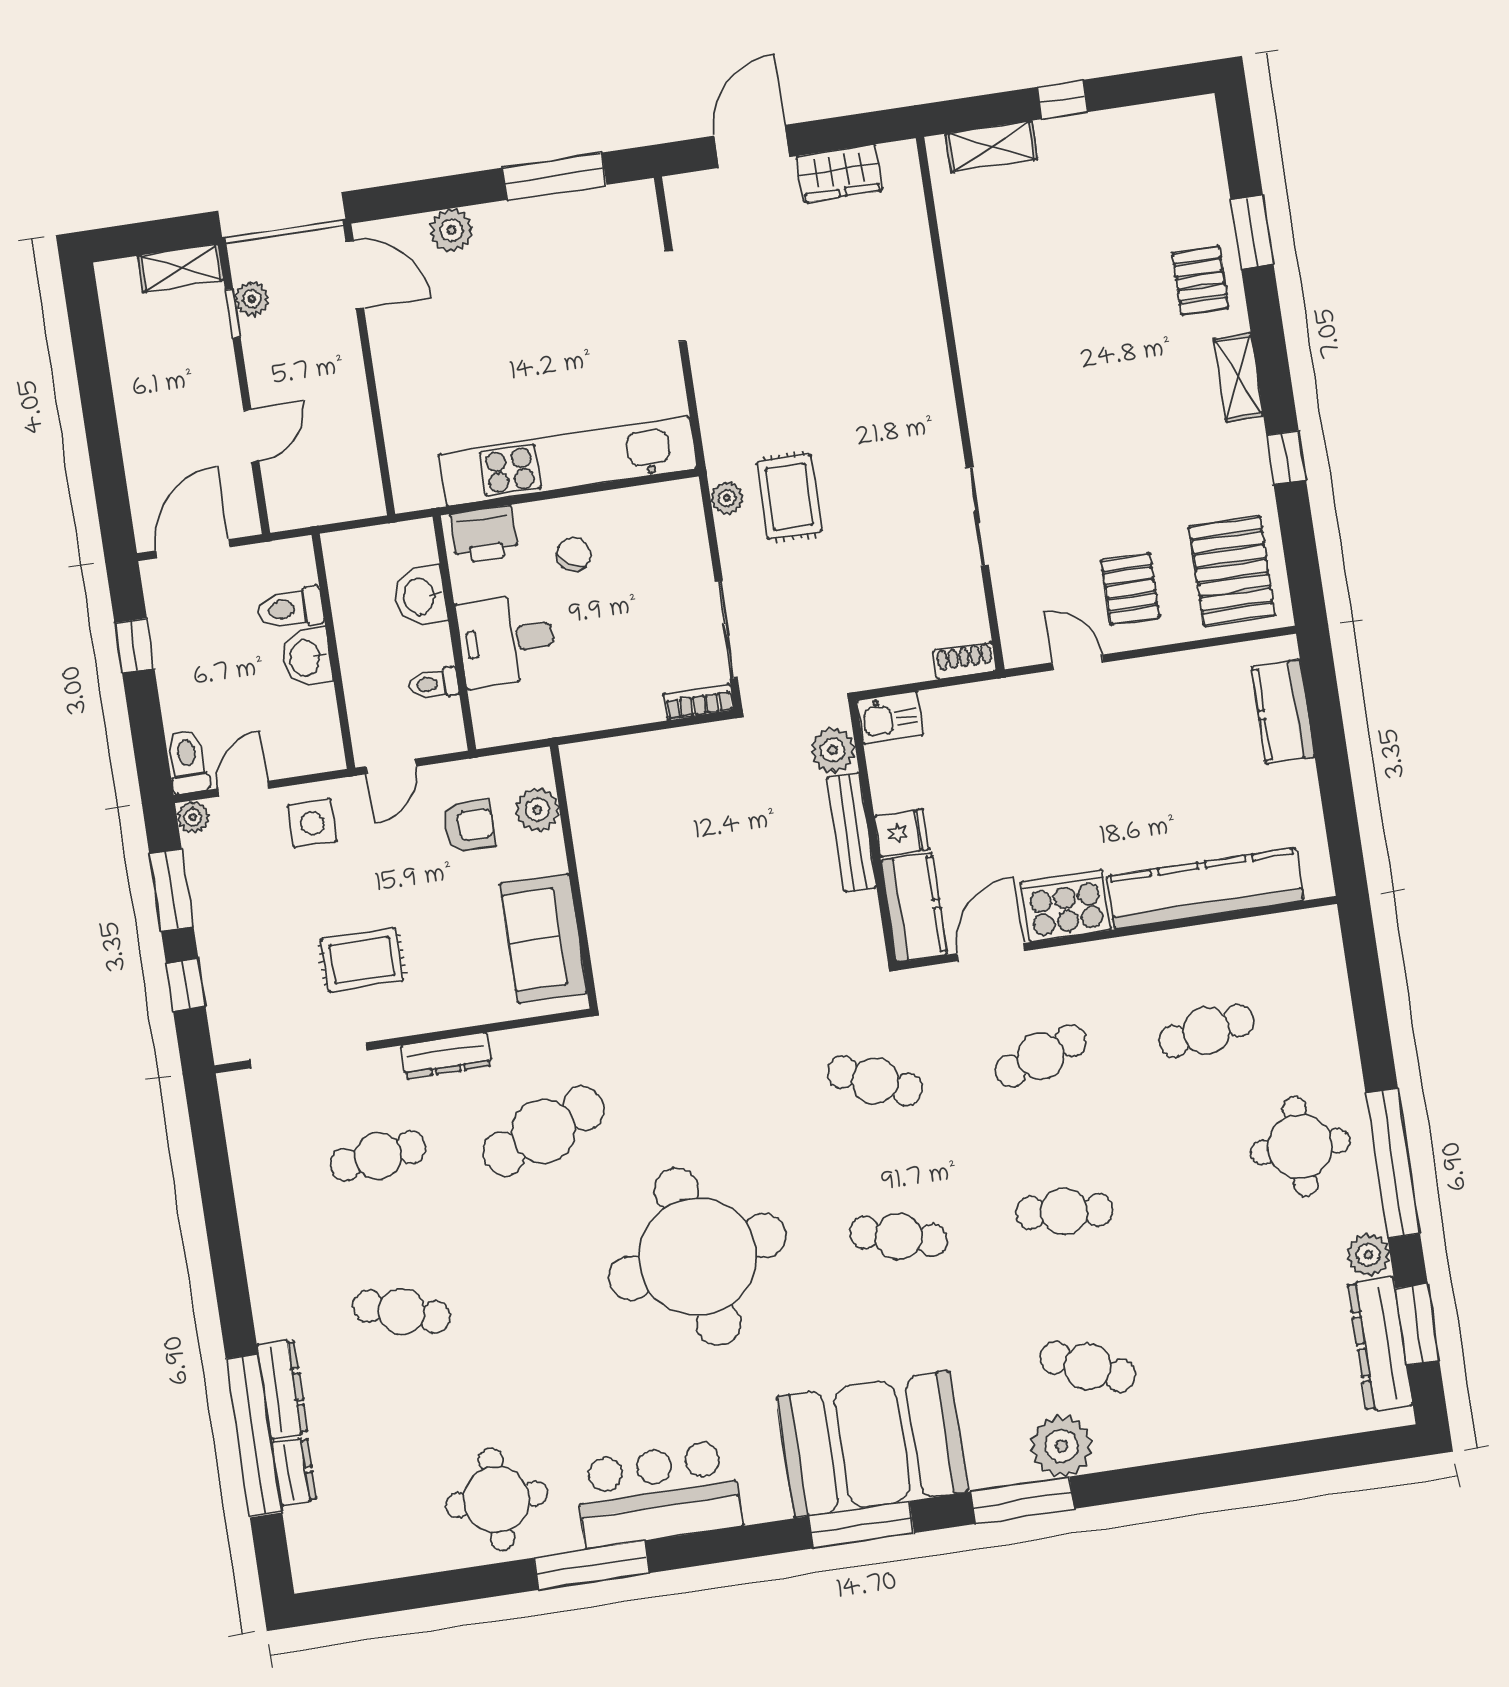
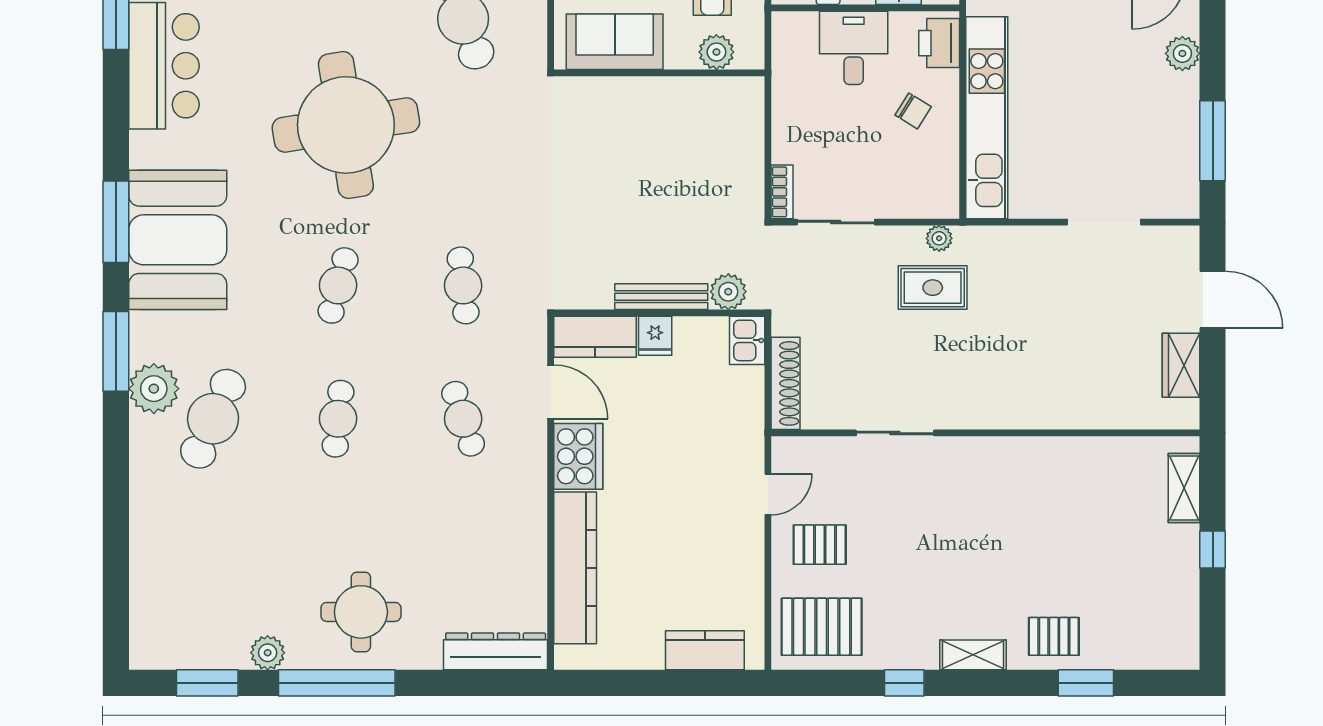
shoe rack: (965, 661) -> (786, 383), width x1.94, depth x1.24
cafe table: (1206, 1031) -> (463, 552), removed
cafe table: (875, 1081) -> (463, 285), turned -30
dresser: (1380, 1344) -> (496, 651), moved
cafe table: (1088, 1367) -> (213, 419), width x1.37, depth x1.35

